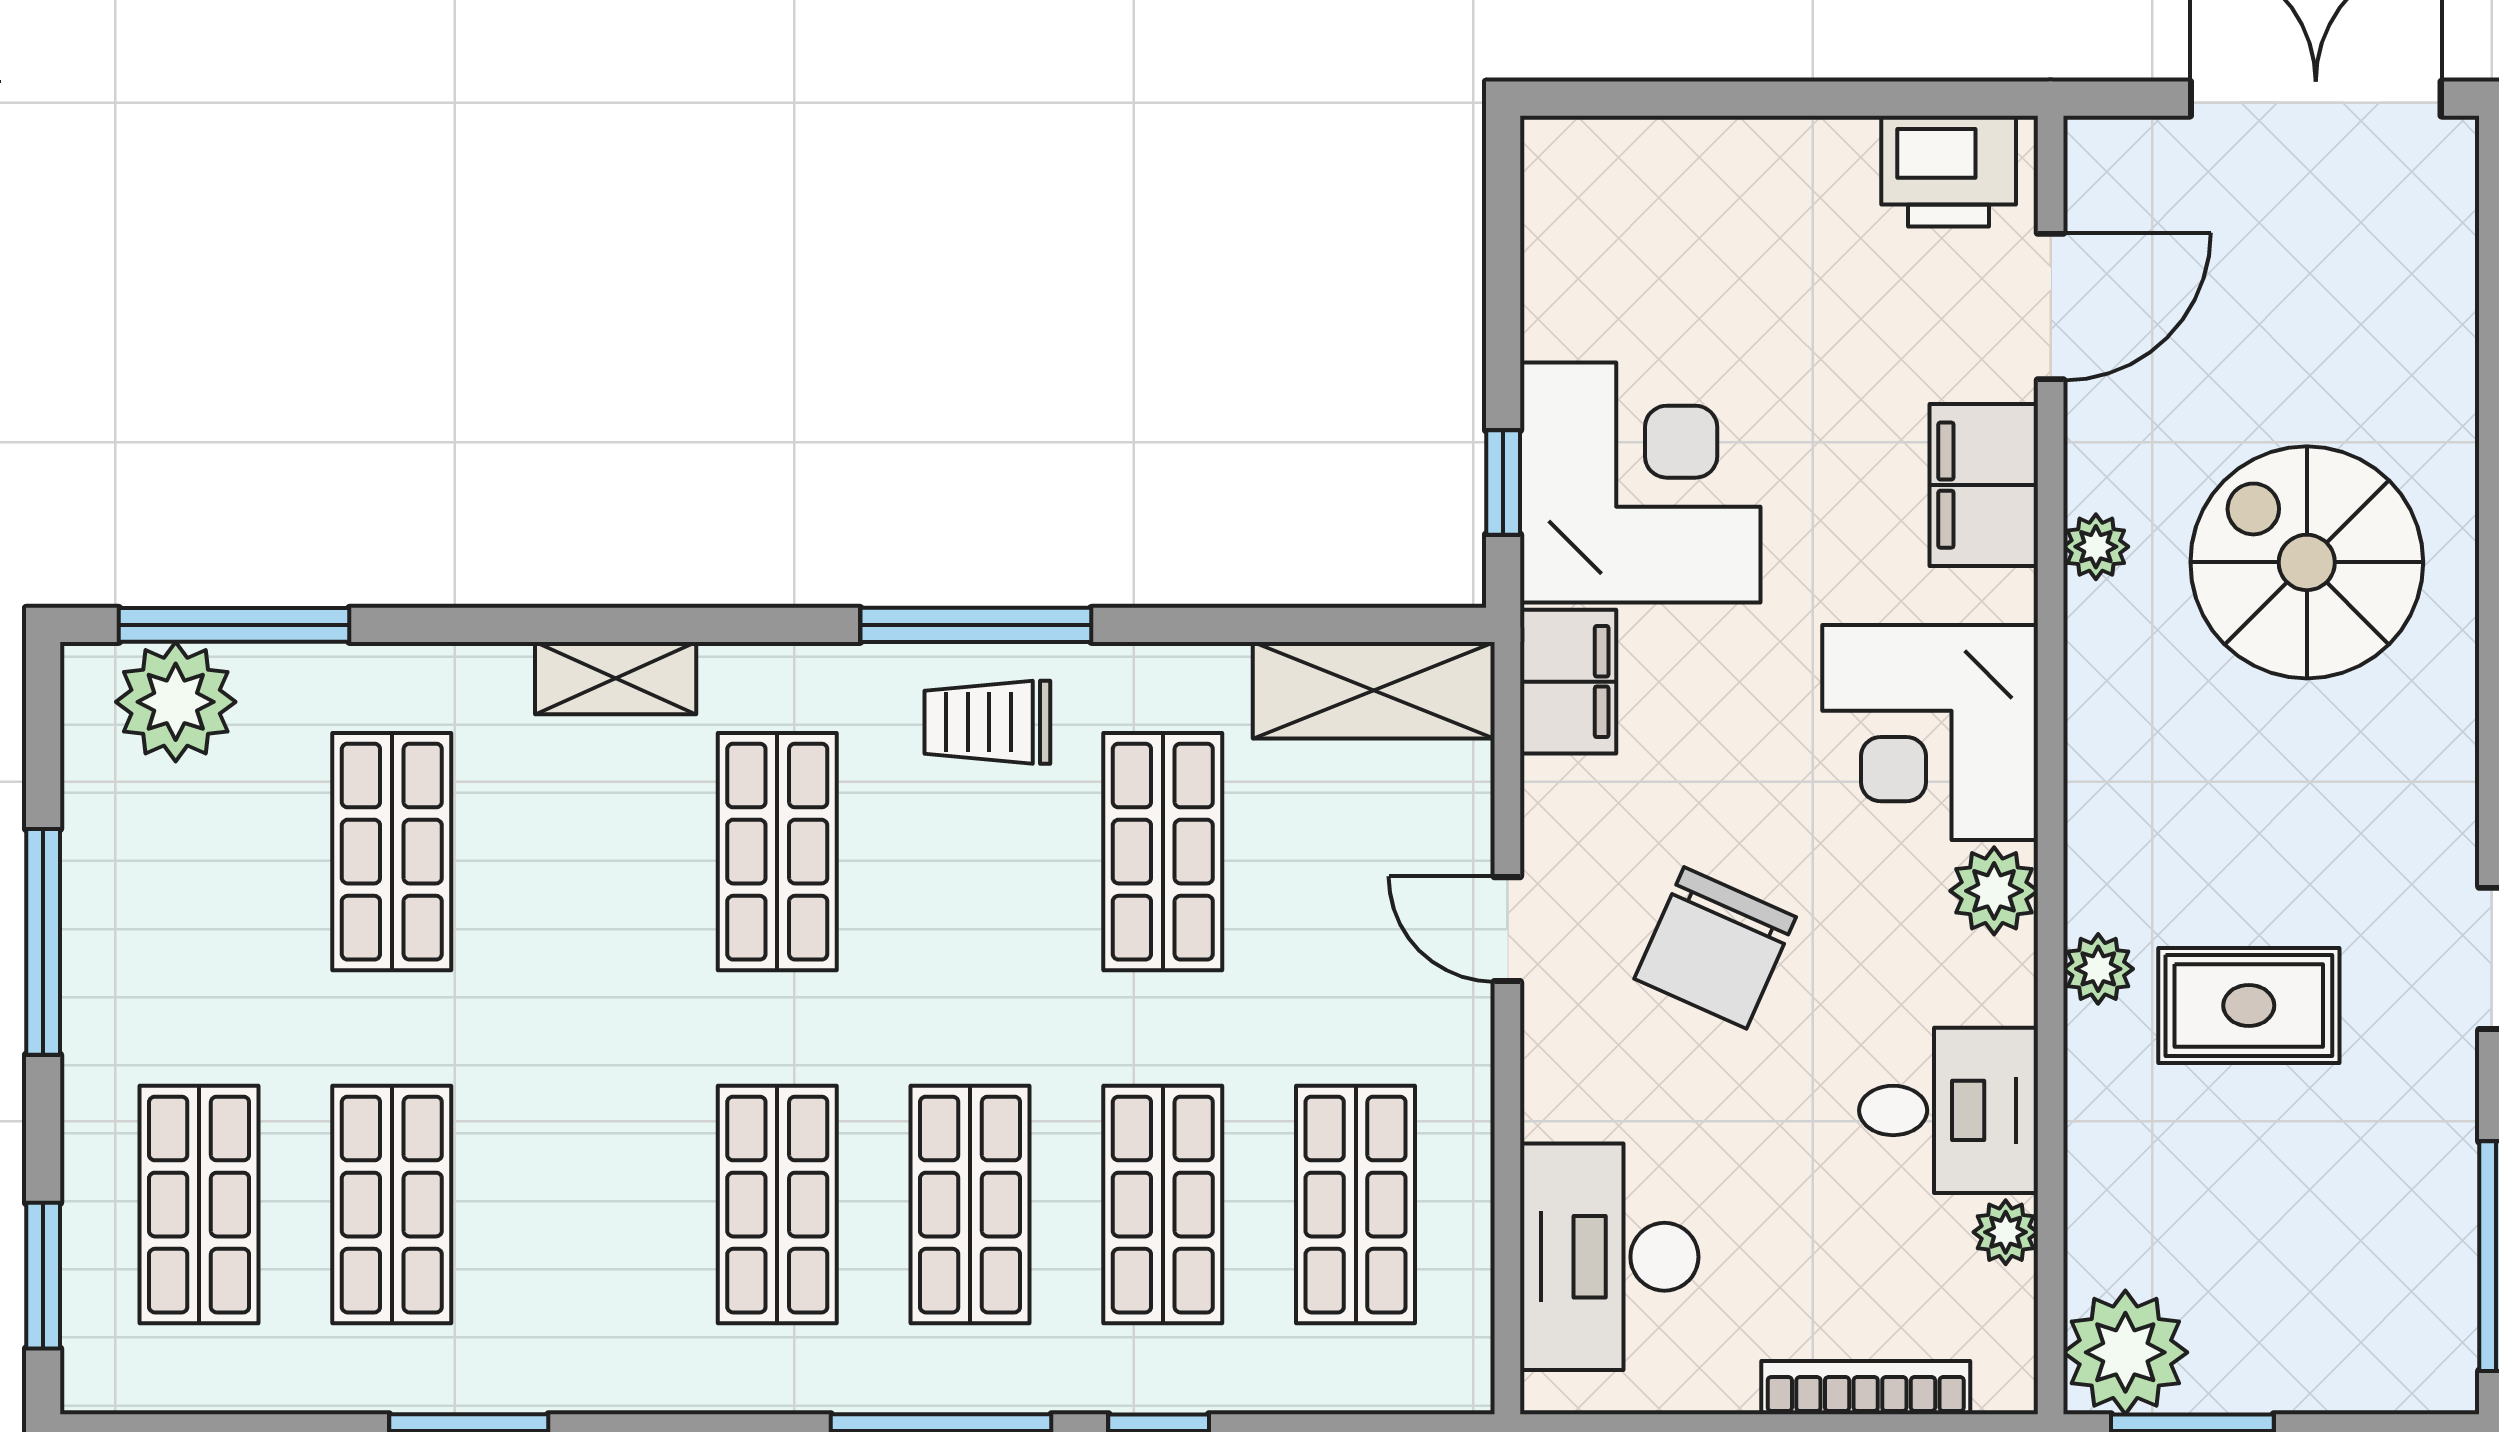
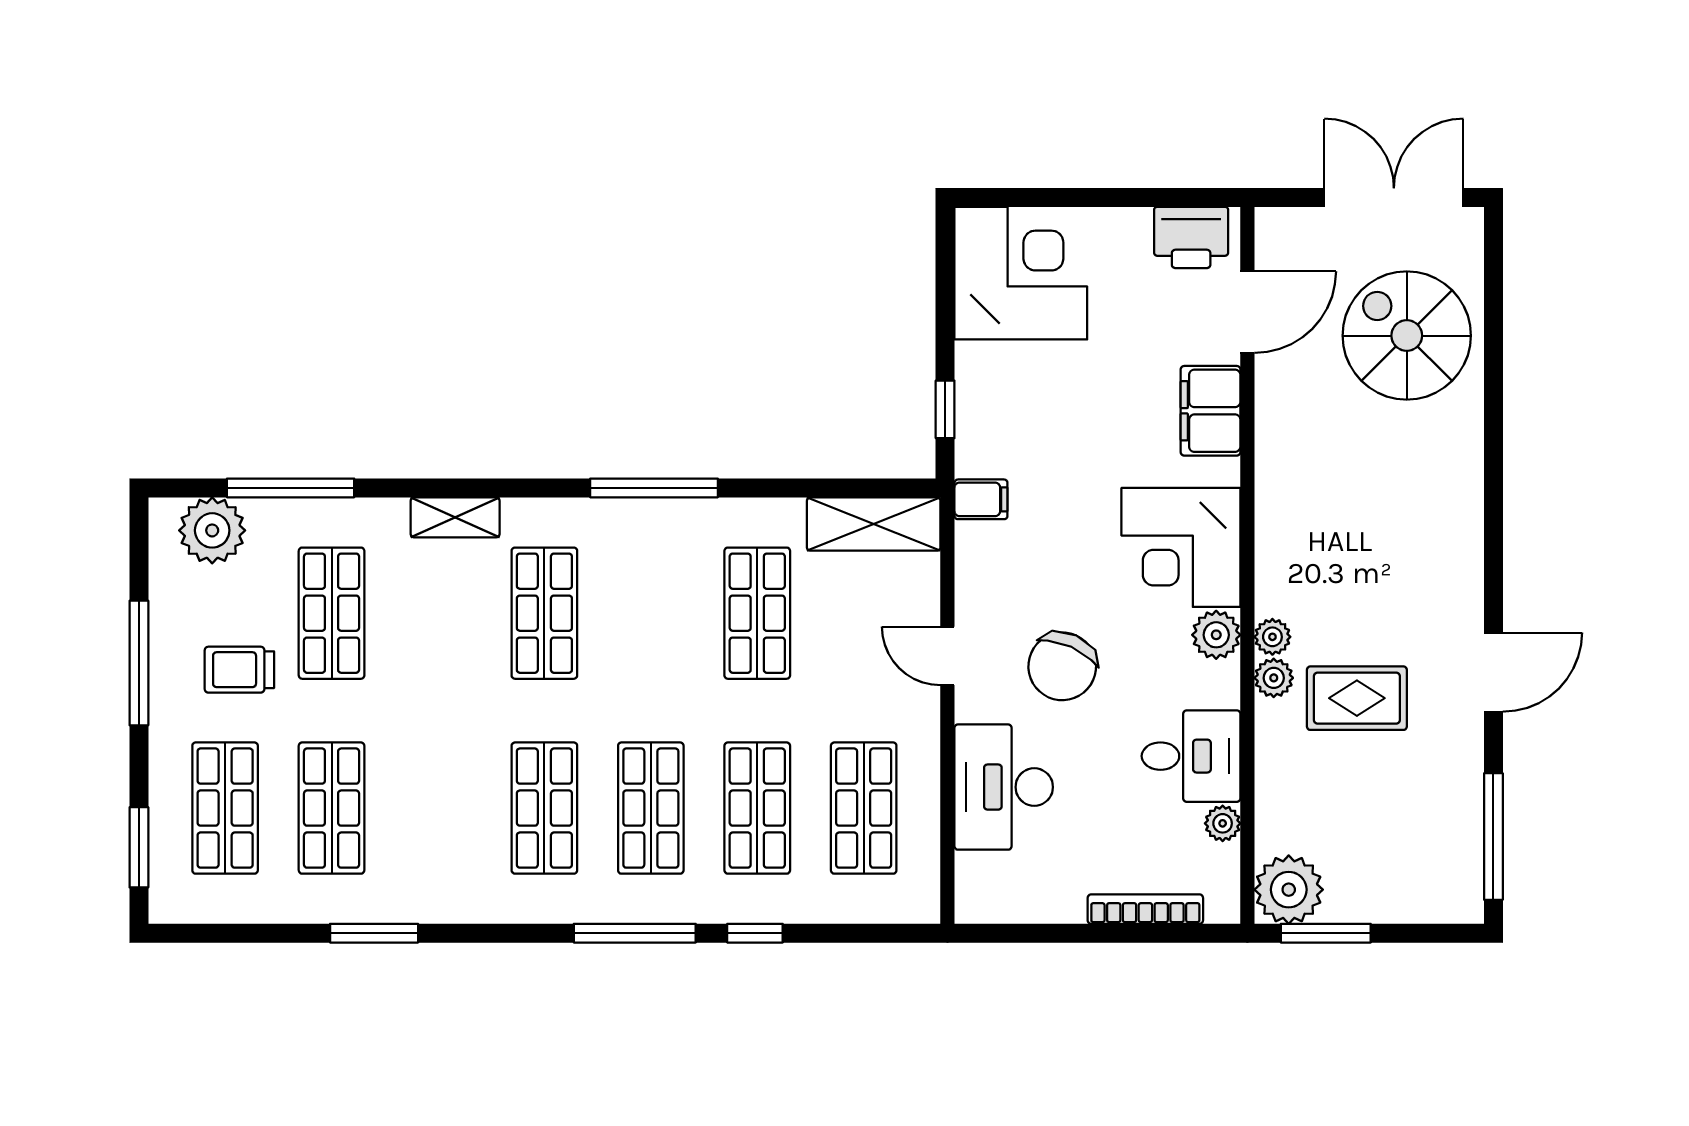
corner desk: (1640, 483) -> (1021, 273), moved
plant: (2096, 547) -> (1272, 637), moved
spiral stairs: (2307, 562) -> (1407, 336), moved
window: (234, 625) -> (291, 488), moved
filing cabinet: (1568, 682) -> (981, 499), width x0.50
trolley: (987, 722) -> (239, 670), moved
desk: (1609, 1257) -> (1004, 787), moved

